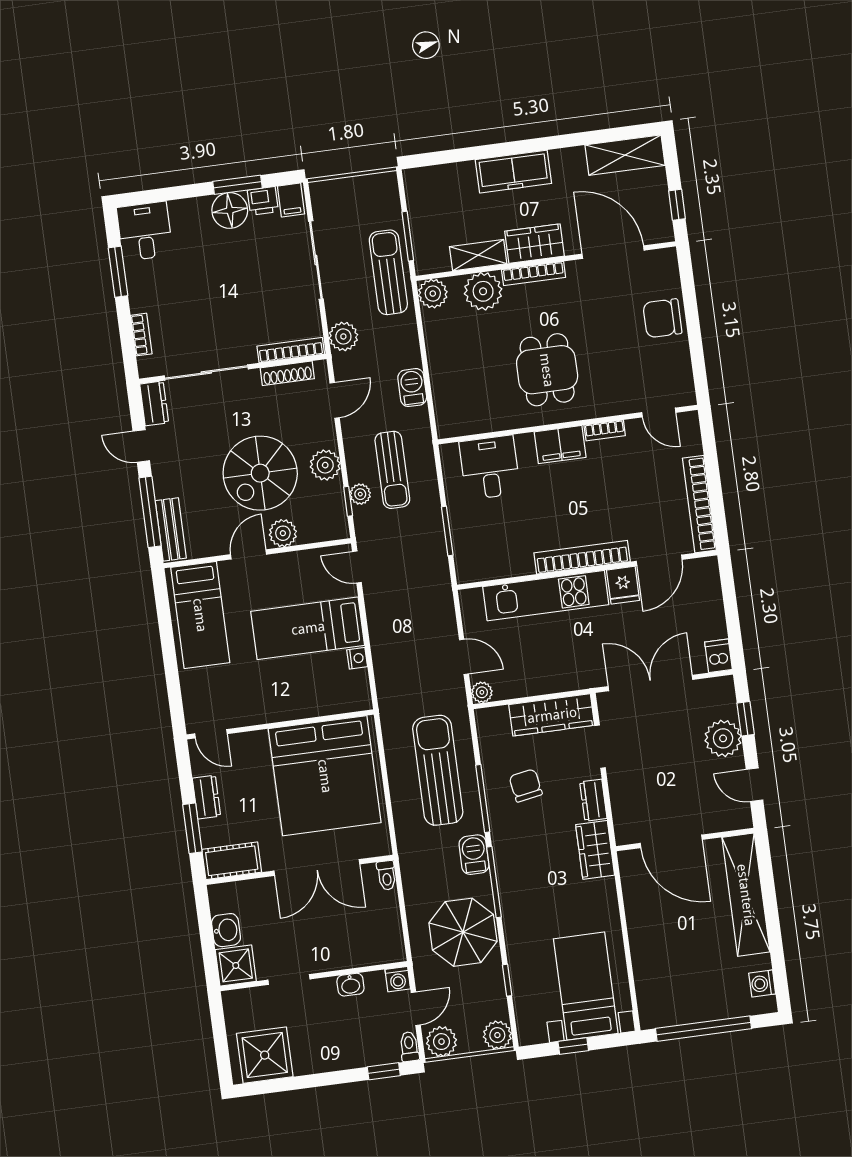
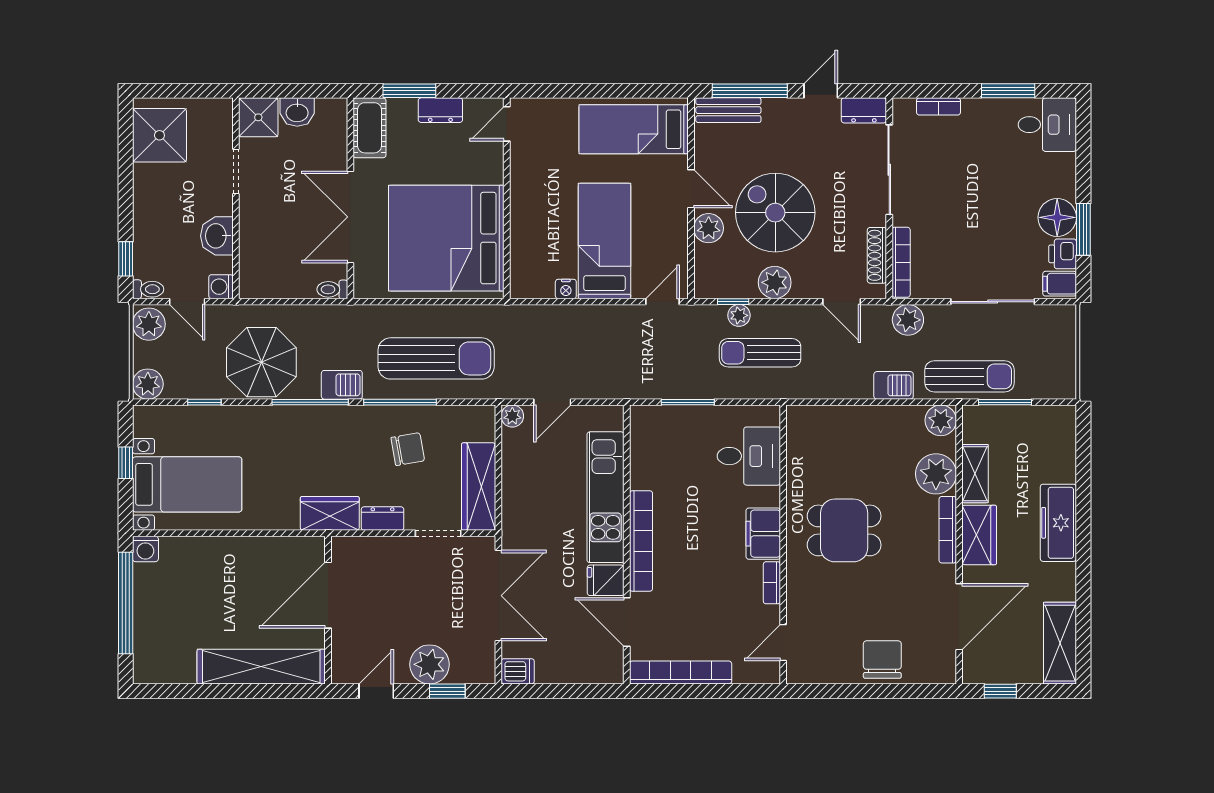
barbecue: (412, 388) -> (894, 385), moved
washing machine: (762, 984) -> (145, 549), moved, turned 180
washbasin: (350, 985) -> (217, 236), width x1.38, depth x1.45

